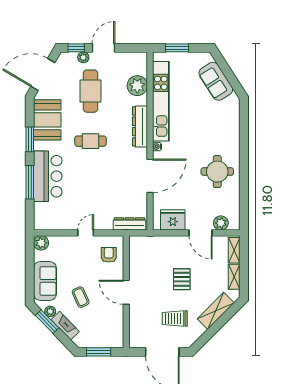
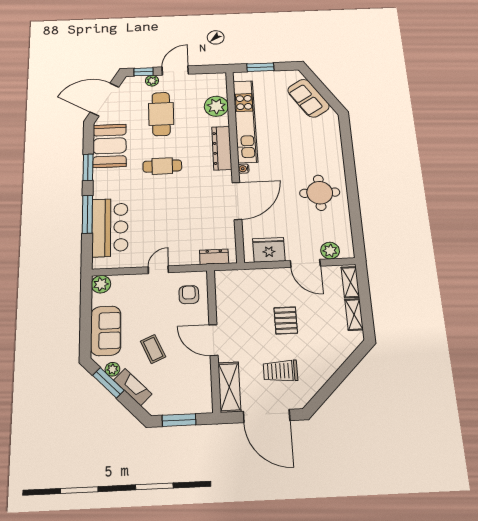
bar counter: (48, 176) -> (110, 227), moved
dresser: (129, 224) -> (214, 257), width x0.70
shelving: (216, 311) -> (229, 387), moved, turned -45

